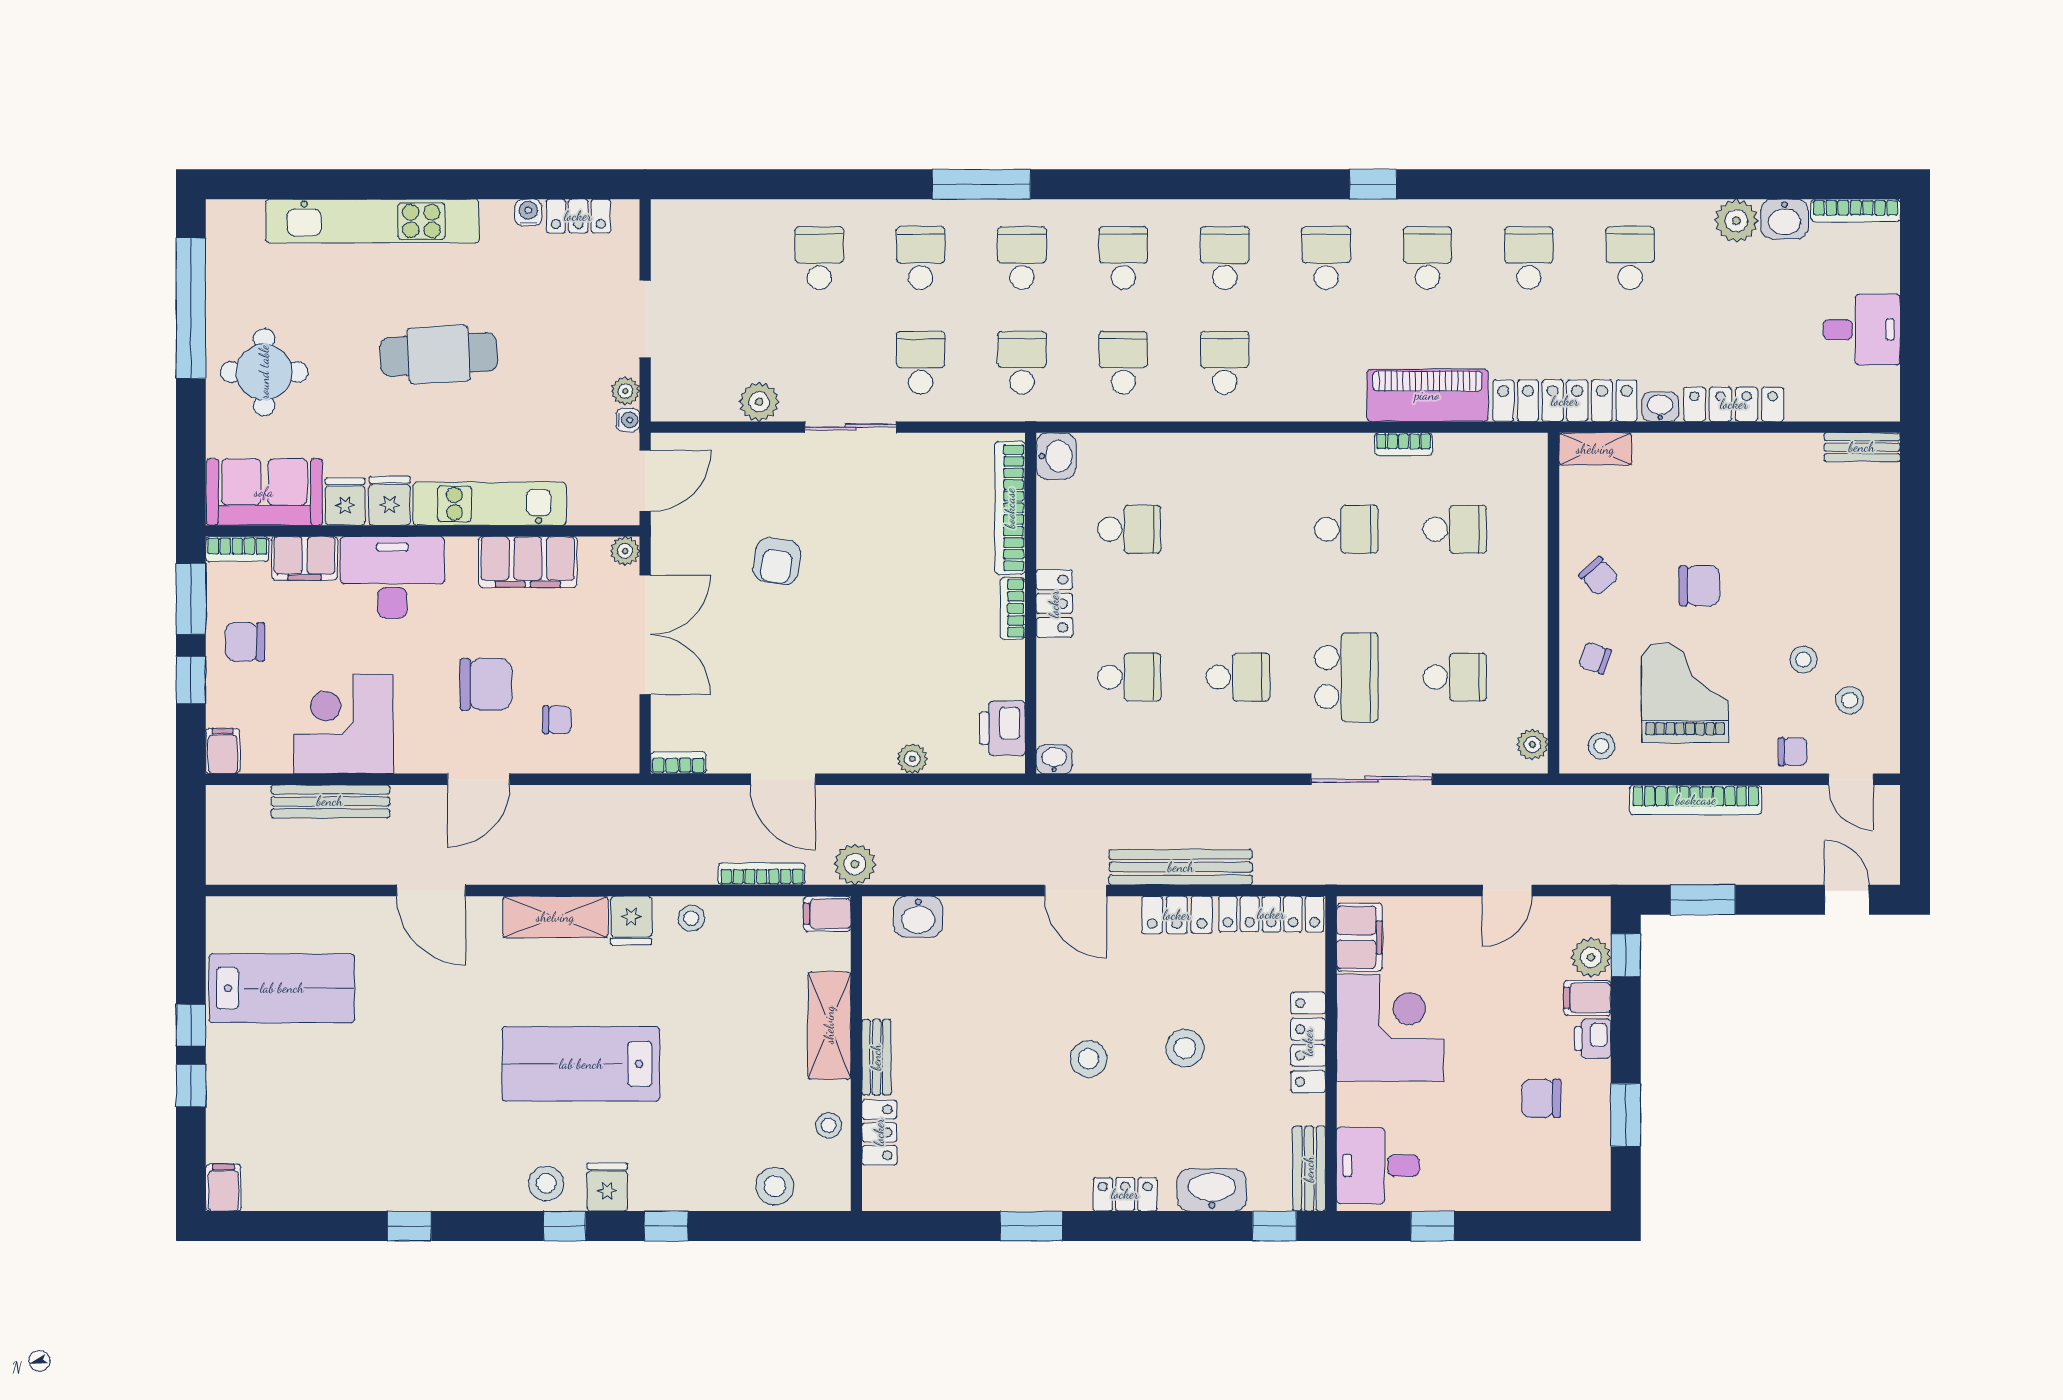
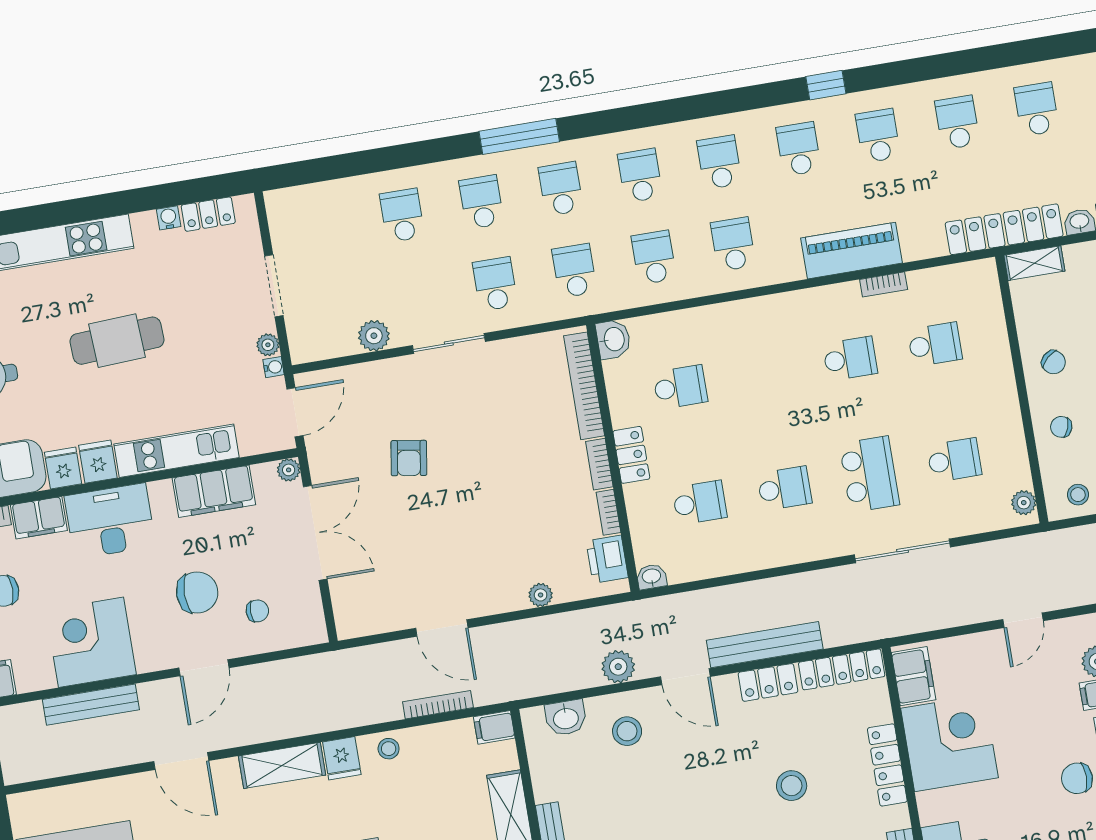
piano: (1427, 395) -> (852, 251), moved
bookcase: (678, 763) -> (608, 512), moved, turned -90
plant: (855, 864) -> (618, 667), moved
stool: (1089, 1059) -> (627, 731), moved

